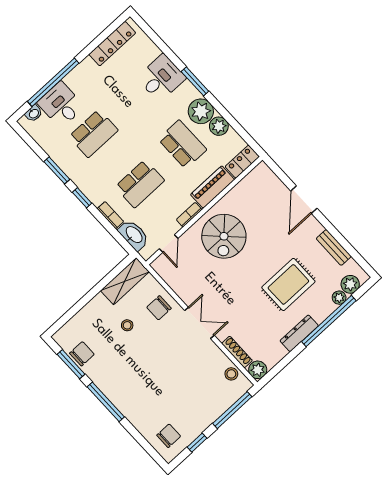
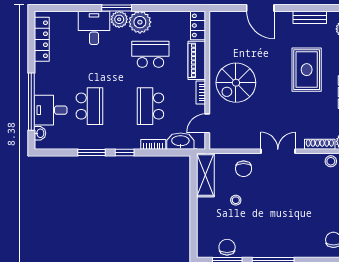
plant: (219, 126) -> (119, 19), moved
school desk: (140, 184) -> (150, 106), turned 180
spiral stairs: (224, 236) -> (236, 83), turned 90
door: (169, 243) -> (207, 123), swing flipped

